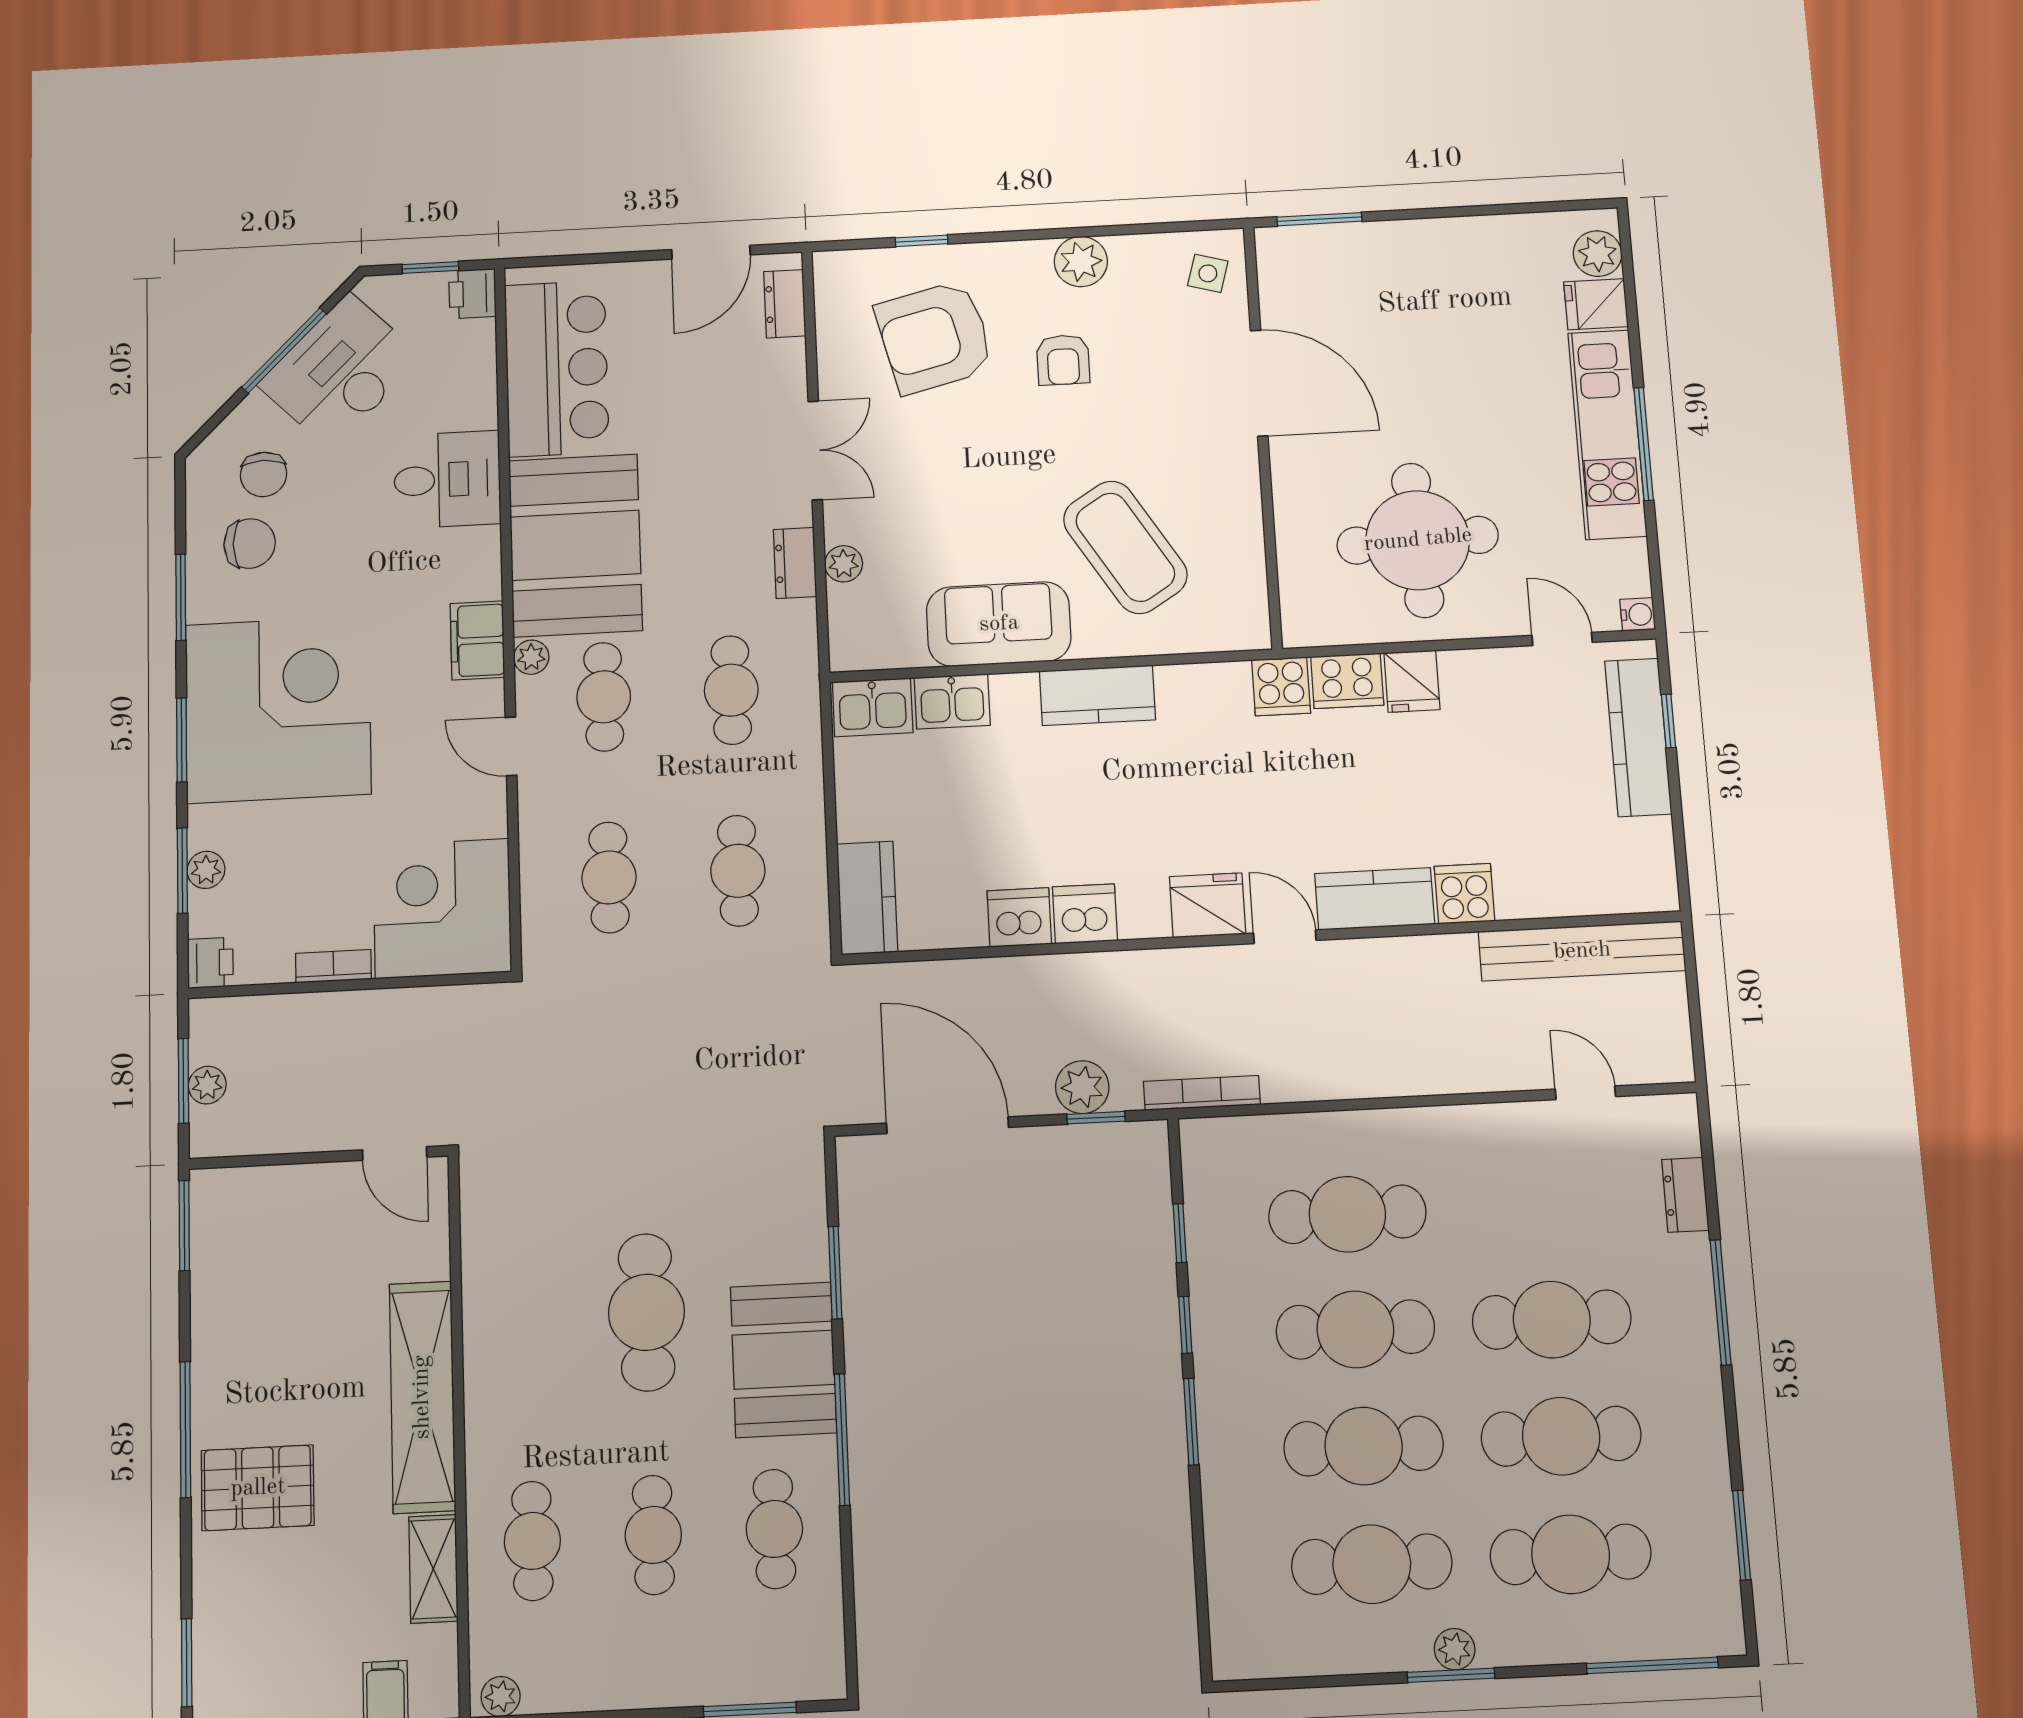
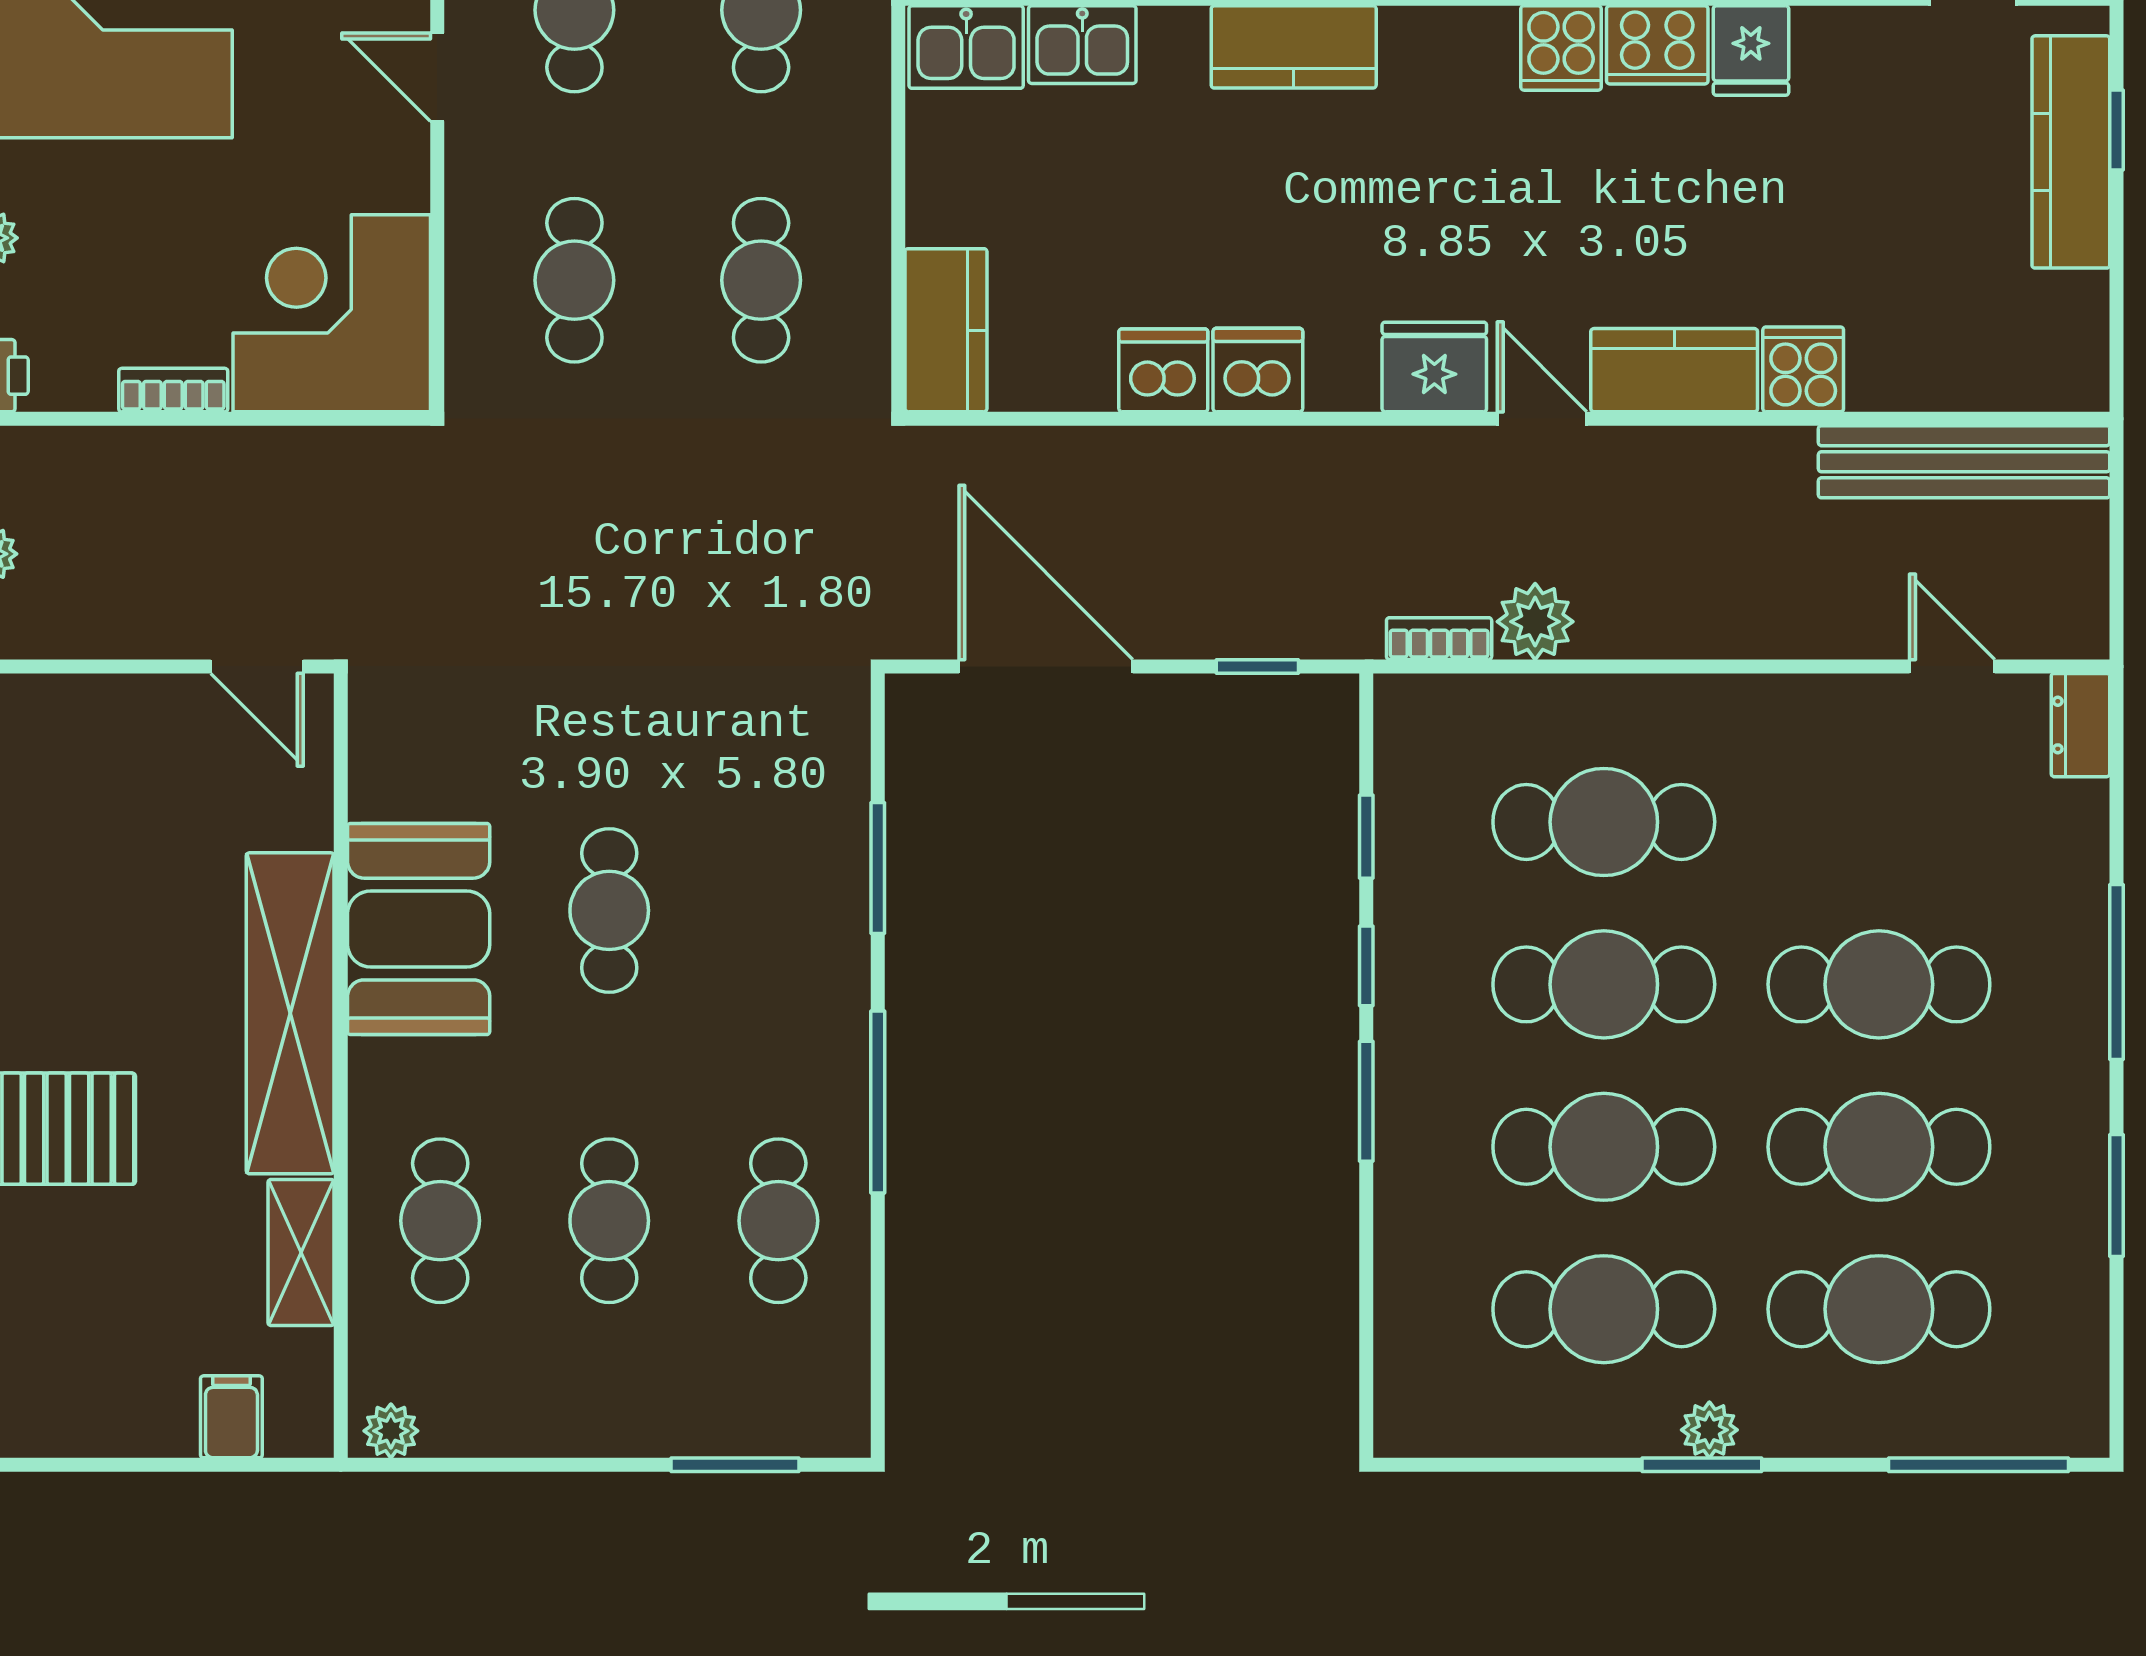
plant: (1082, 1087) -> (1535, 622), moved
bookcase: (1202, 1093) -> (1439, 639), width x0.64
dresser: (1685, 1195) -> (2080, 725), moved
cafe table: (646, 1312) -> (609, 910), width x0.73, depth x0.74
booth: (783, 1360) -> (419, 929), moved
window: (1742, 1535) -> (2116, 1196), moved

